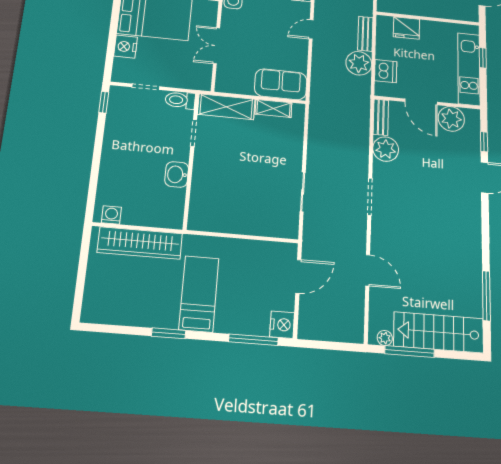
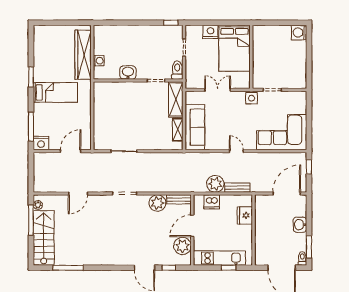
sofa: (281, 84) -> (195, 127), width x1.36
washing machine: (111, 215) -> (99, 61), moved
door: (298, 276) -> (71, 151), swing flipped

